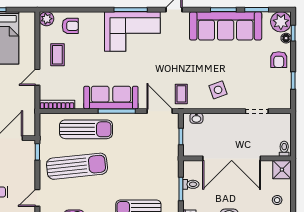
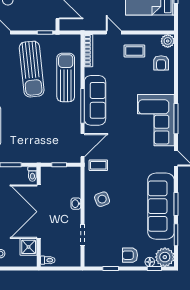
washbasin: (196, 118) -> (76, 204), moved
sun lounger: (86, 129) -> (66, 77), turned 180
shower: (282, 170) -> (29, 247), moved
toilet: (191, 184) -> (32, 174), moved

